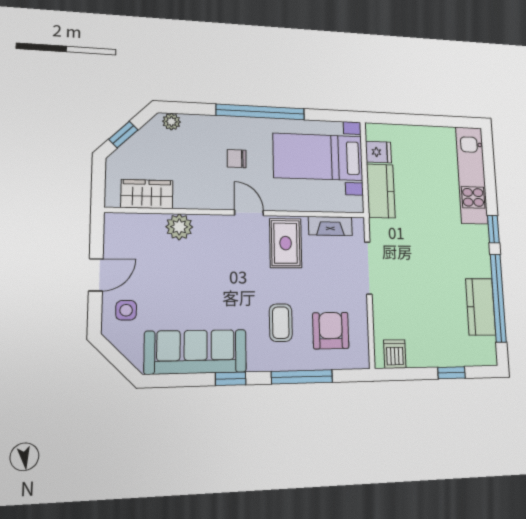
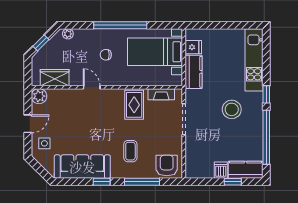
door: (249, 213) -> (92, 87), moved
plant: (179, 227) -> (39, 96), moved
stool: (443, 252) -> (232, 109), added
kitchen counter: (481, 307) -> (246, 170), moved, turned 90
armchair: (331, 331) -> (167, 166), moved
dishwasher: (395, 354) -> (221, 170), moved

